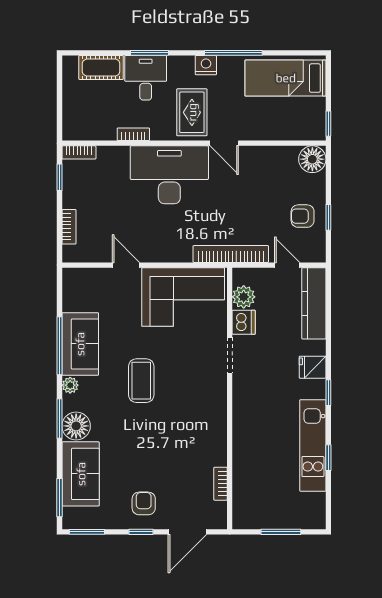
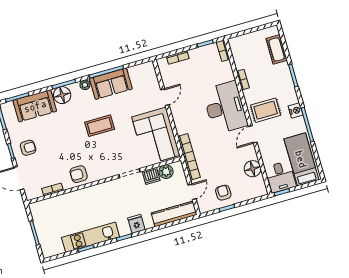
desk: (146, 78) -> (281, 177), moved, turned 90
floor lamp: (312, 159) -> (253, 169), moved
armchair: (208, 436) -> (79, 174), added

